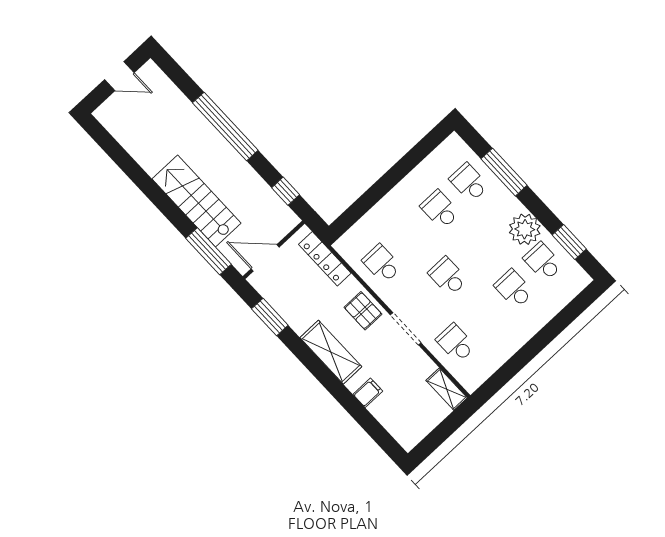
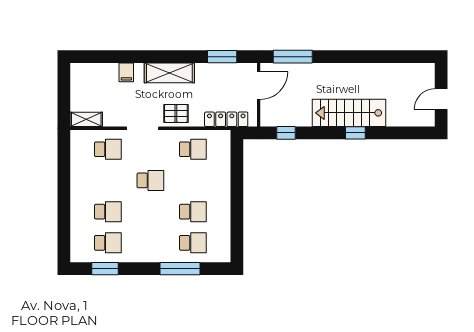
window: (225, 127) -> (355, 133), width x0.32
stairs: (196, 201) -> (349, 113), moved, turned 180
plant: (525, 229) -> (136, 250), removed

